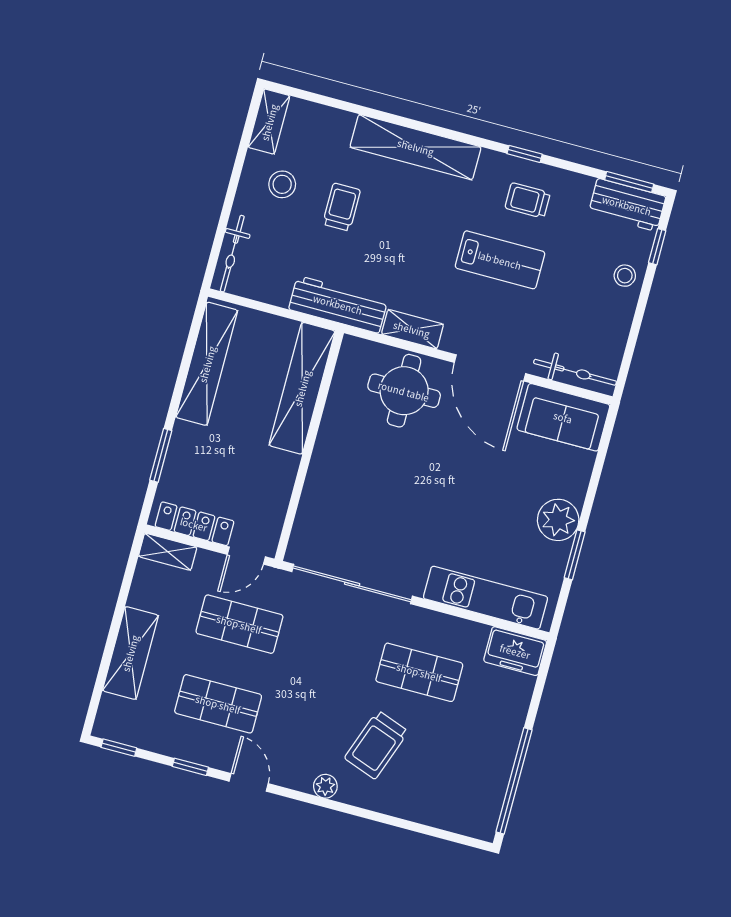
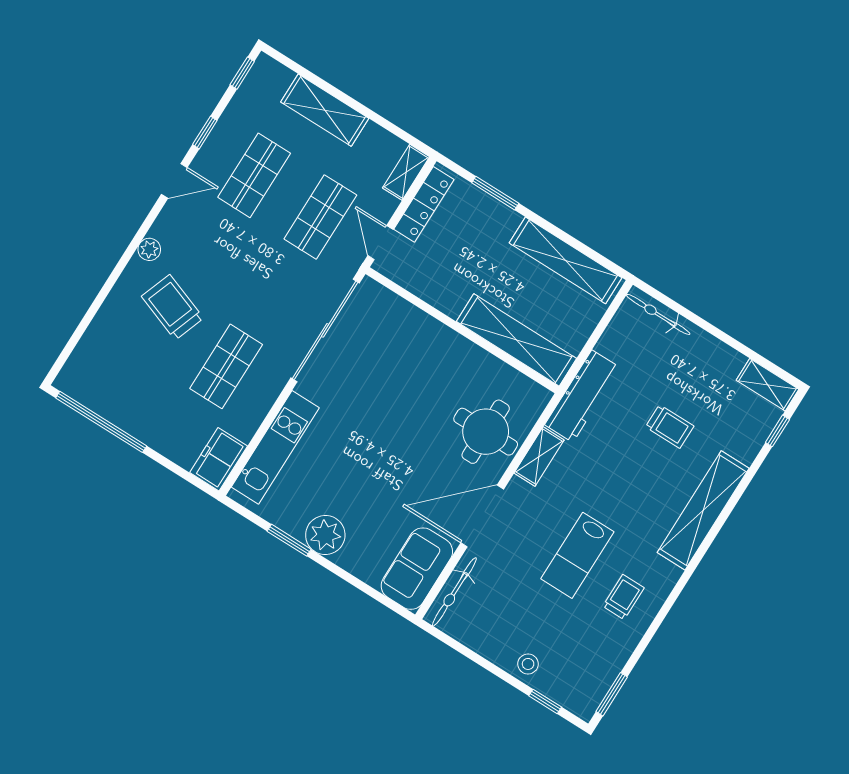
window: (525, 154) -> (777, 431), moved
stool: (282, 184) -> (707, 379), removed
workbench: (627, 205) -> (591, 686), removed

